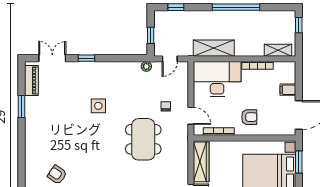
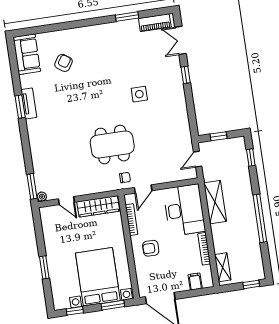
double door: (52, 58) -> (180, 40), swing flipped
door: (170, 59) -> (198, 159), hinge flipped
plant: (146, 66) -> (186, 137), removed
filing cabinet: (288, 90) -> (195, 282), moved
chair: (166, 106) -> (125, 178), moved
armchair: (249, 117) -> (151, 248), turned 90

